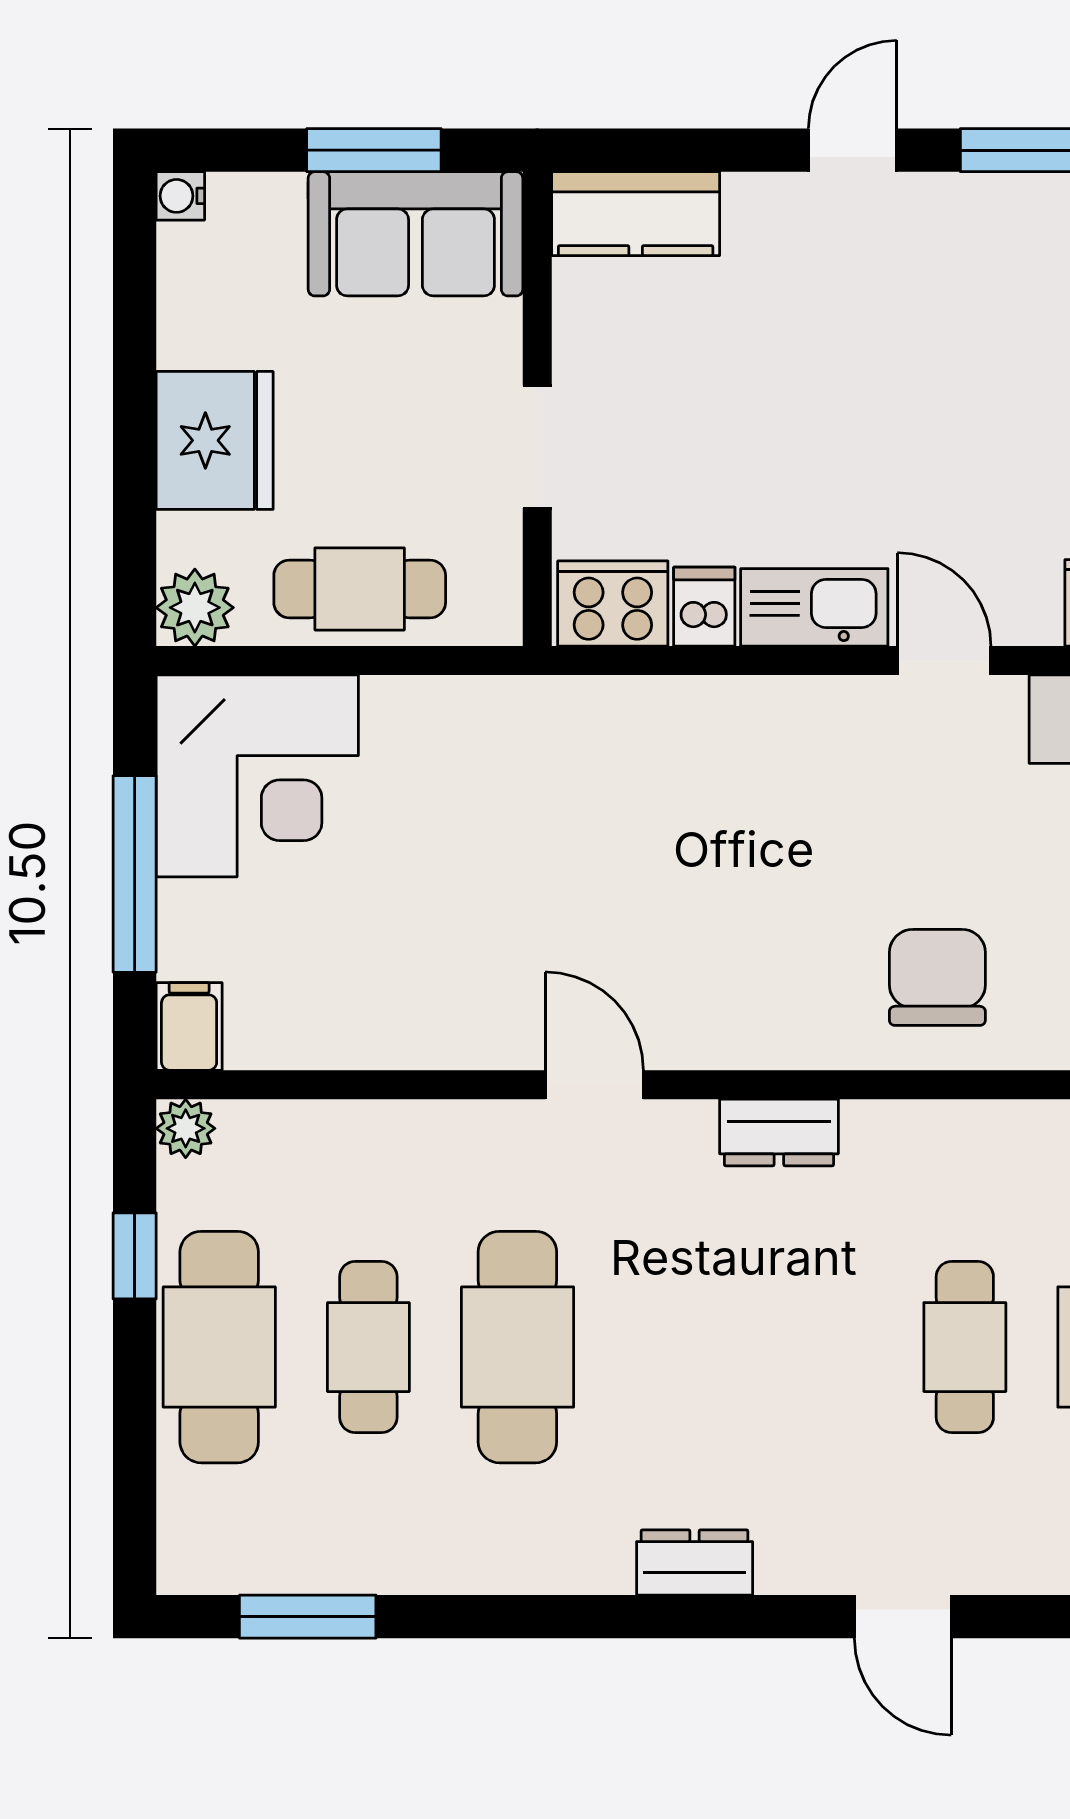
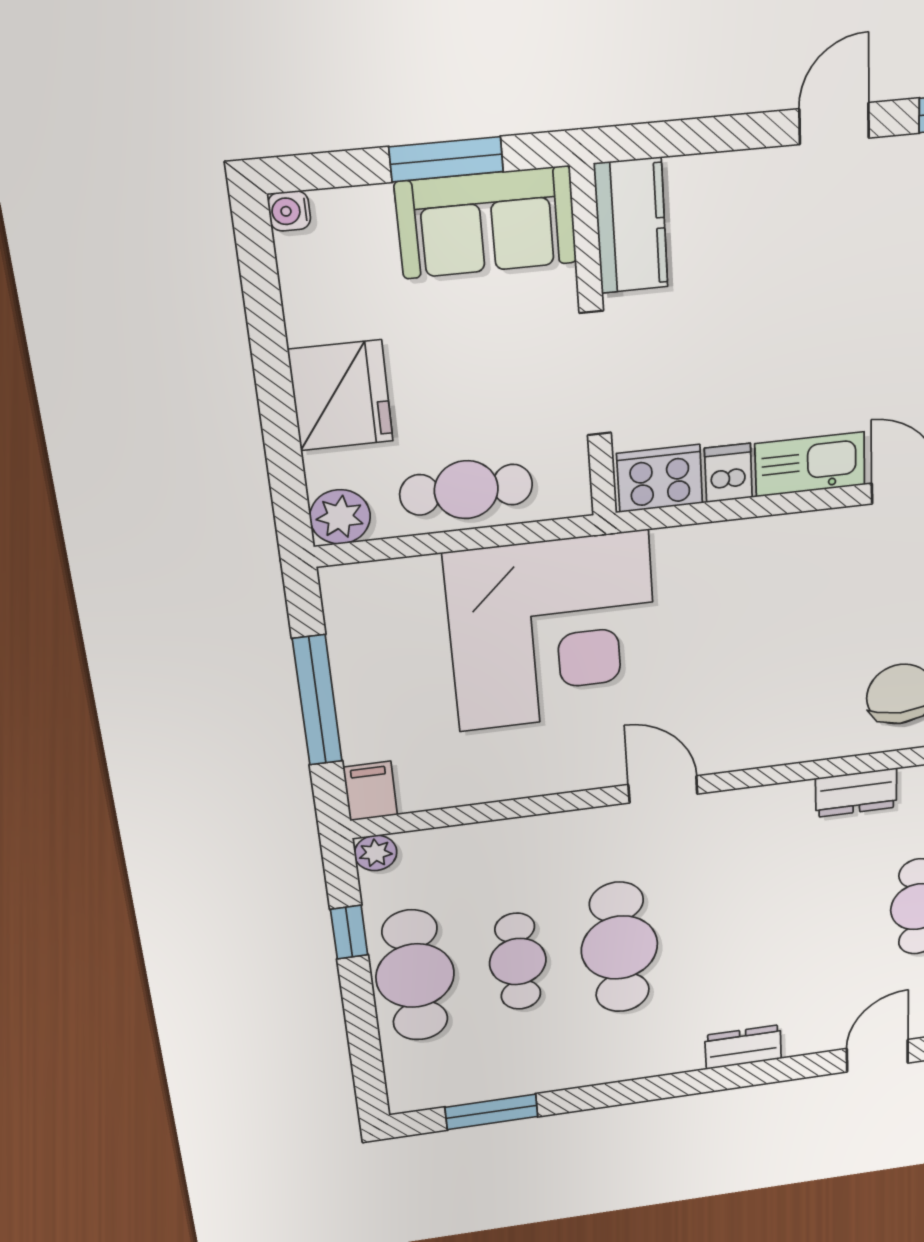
kitchen counter: (636, 214) -> (631, 226), moved, turned -90
doorway: (537, 447) -> (595, 374), width x1.38
corner desk: (257, 776) -> (553, 632), moved, width x1.36, depth x1.36
dresser: (779, 1132) -> (856, 793), moved
door: (903, 1617) -> (877, 1056), swing flipped

